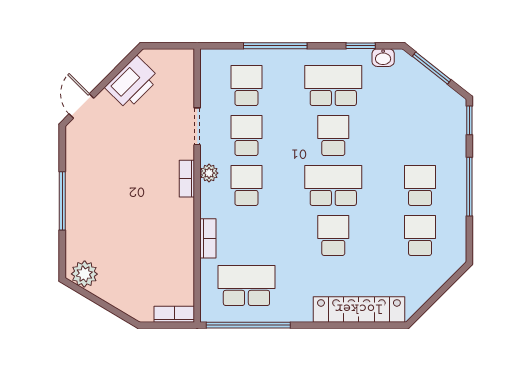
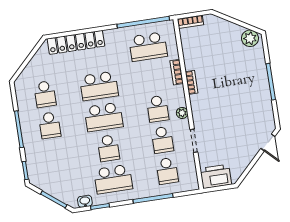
printer: (132, 83) -> (216, 176), moved, turned 45
bookcase: (187, 179) -> (192, 82), moved
school desk: (333, 235) -> (99, 86), width x1.85

